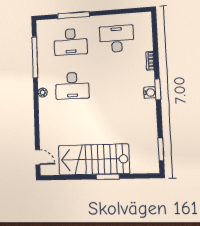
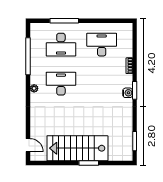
desk: (72, 86) -> (61, 84), turned 180

